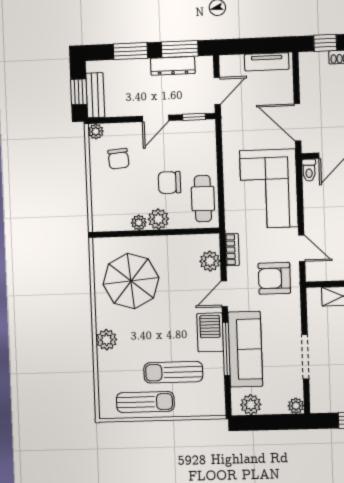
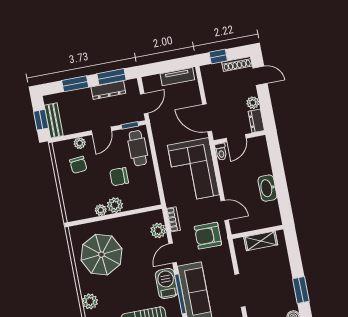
plant: (96, 131) -> (80, 143), moved
cafe table: (203, 199) -> (138, 148), moved

